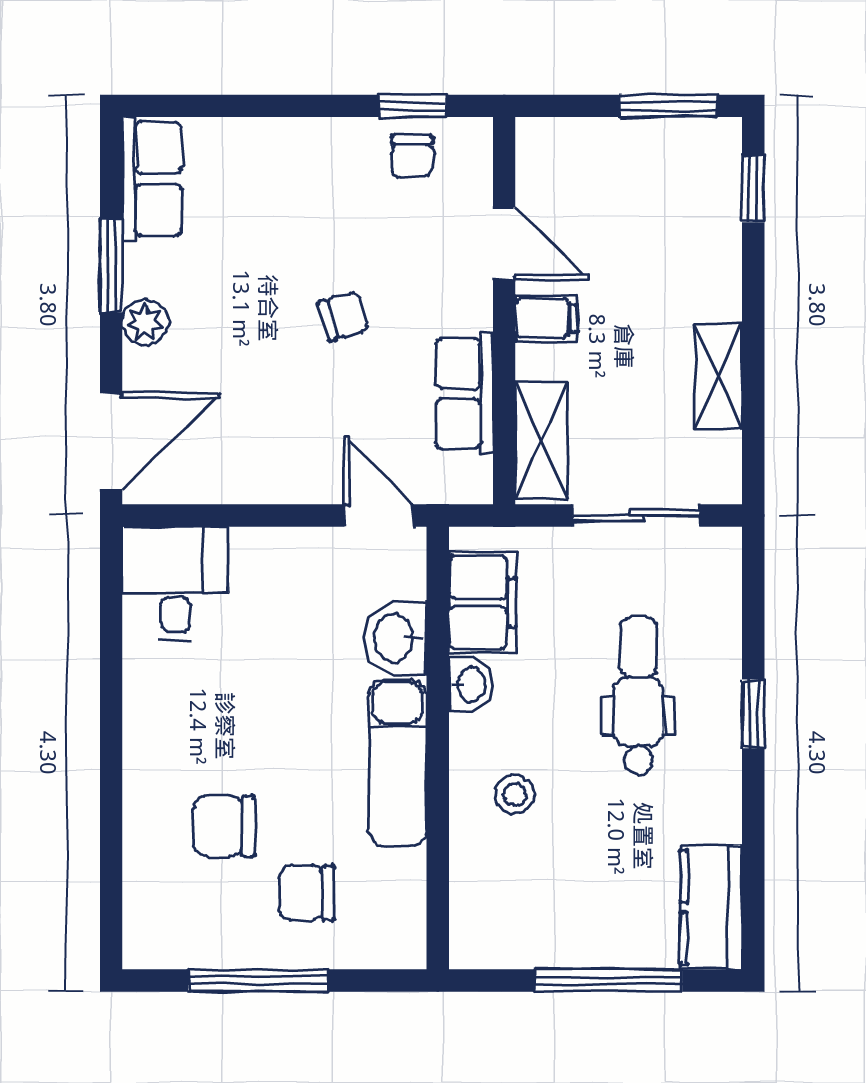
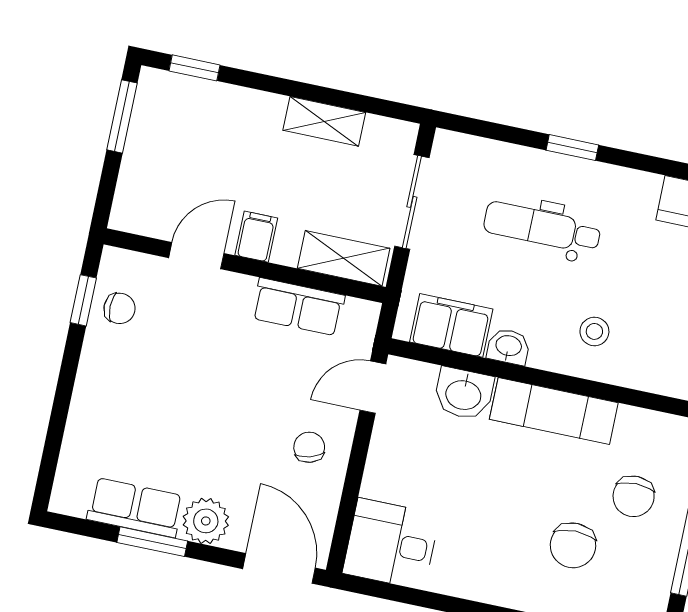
row of seats: (152, 179) -> (135, 507), moved
chair: (343, 316) -> (309, 447), moved
plant: (145, 322) -> (206, 521), width x1.38, depth x1.38

